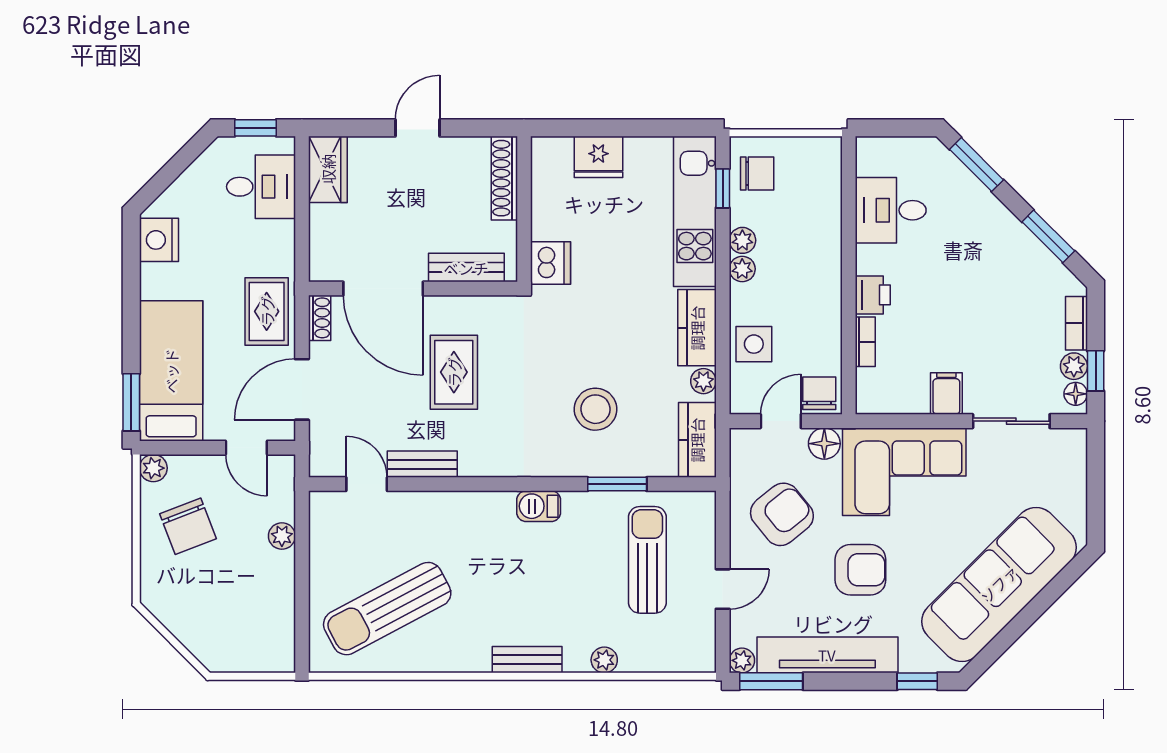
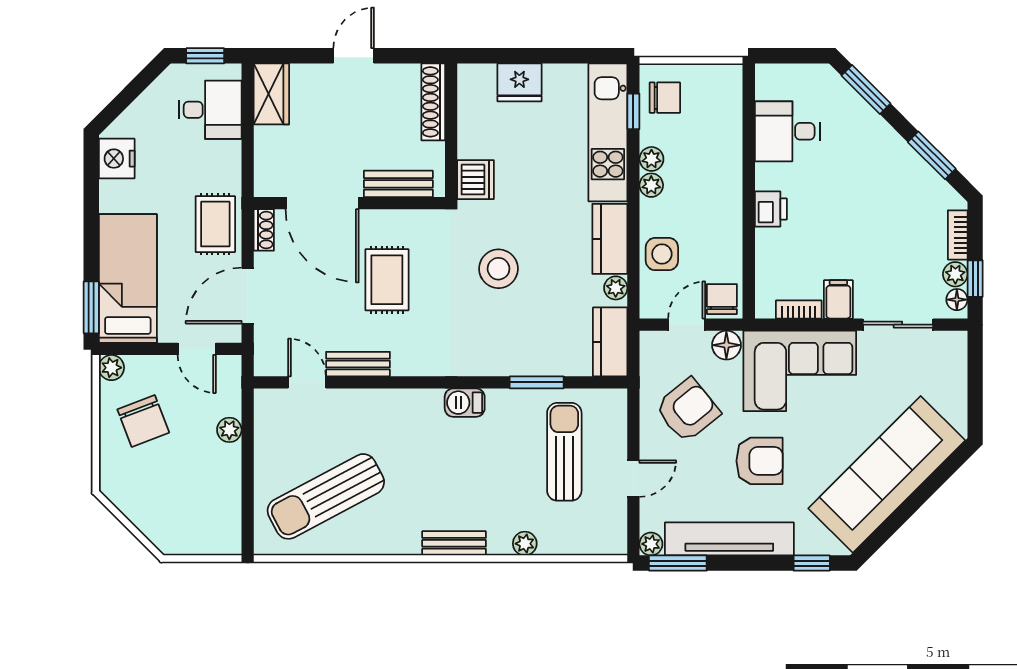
bookcase: (865, 342) -> (799, 309), moved, turned -90
stool: (596, 409) -> (498, 269), moved

